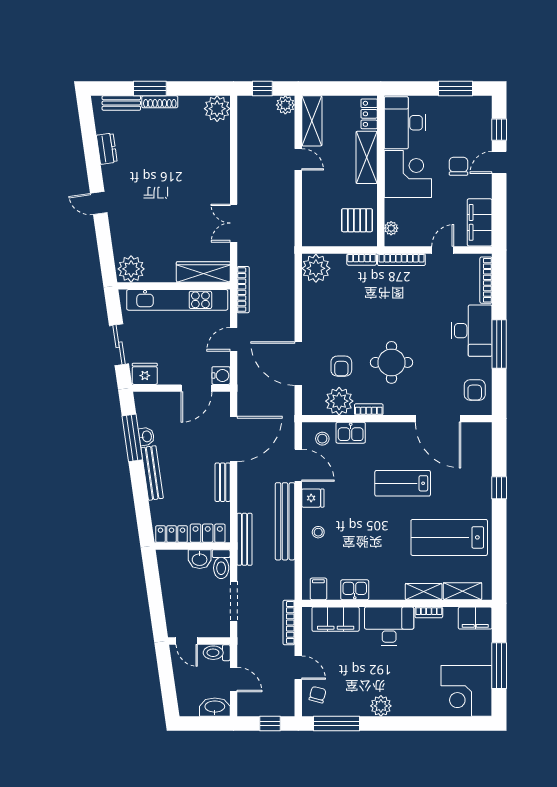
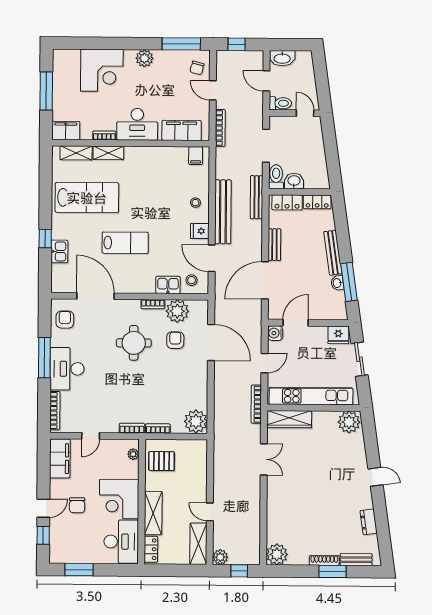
bookcase: (401, 260) -> (132, 428), width x0.64
kitchen sink: (355, 590) -> (59, 251), moved, turned -90
corner desk: (466, 691) -> (102, 70), moved, turned 90

